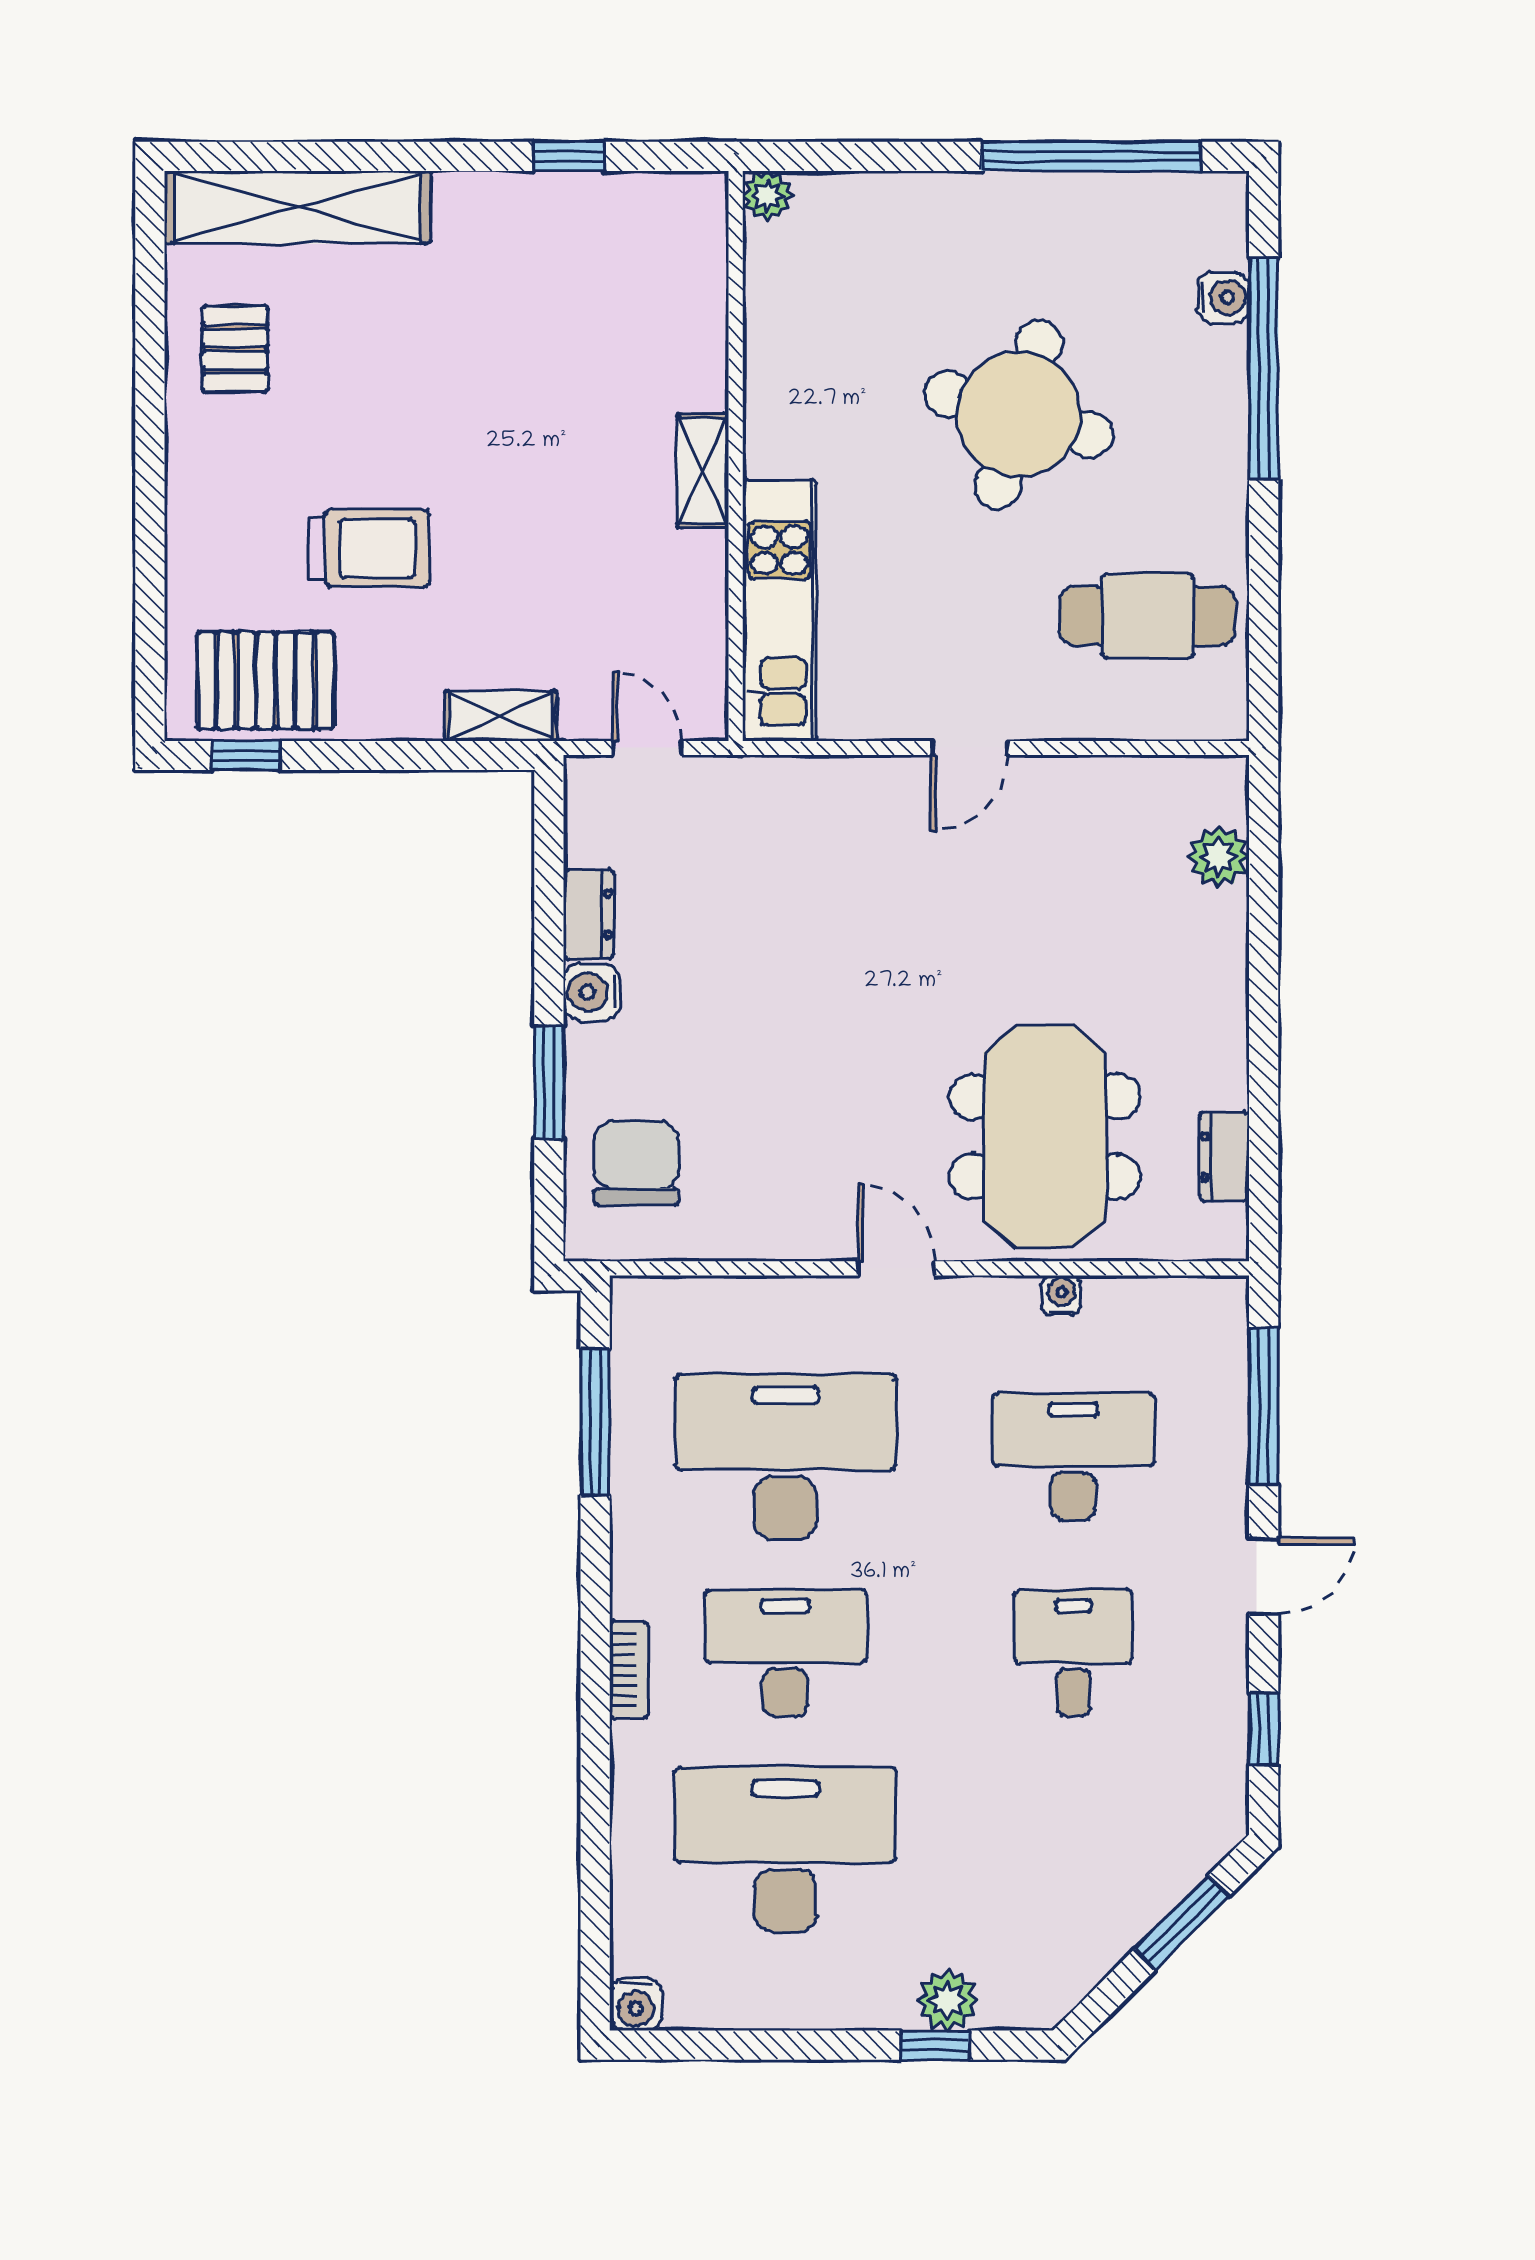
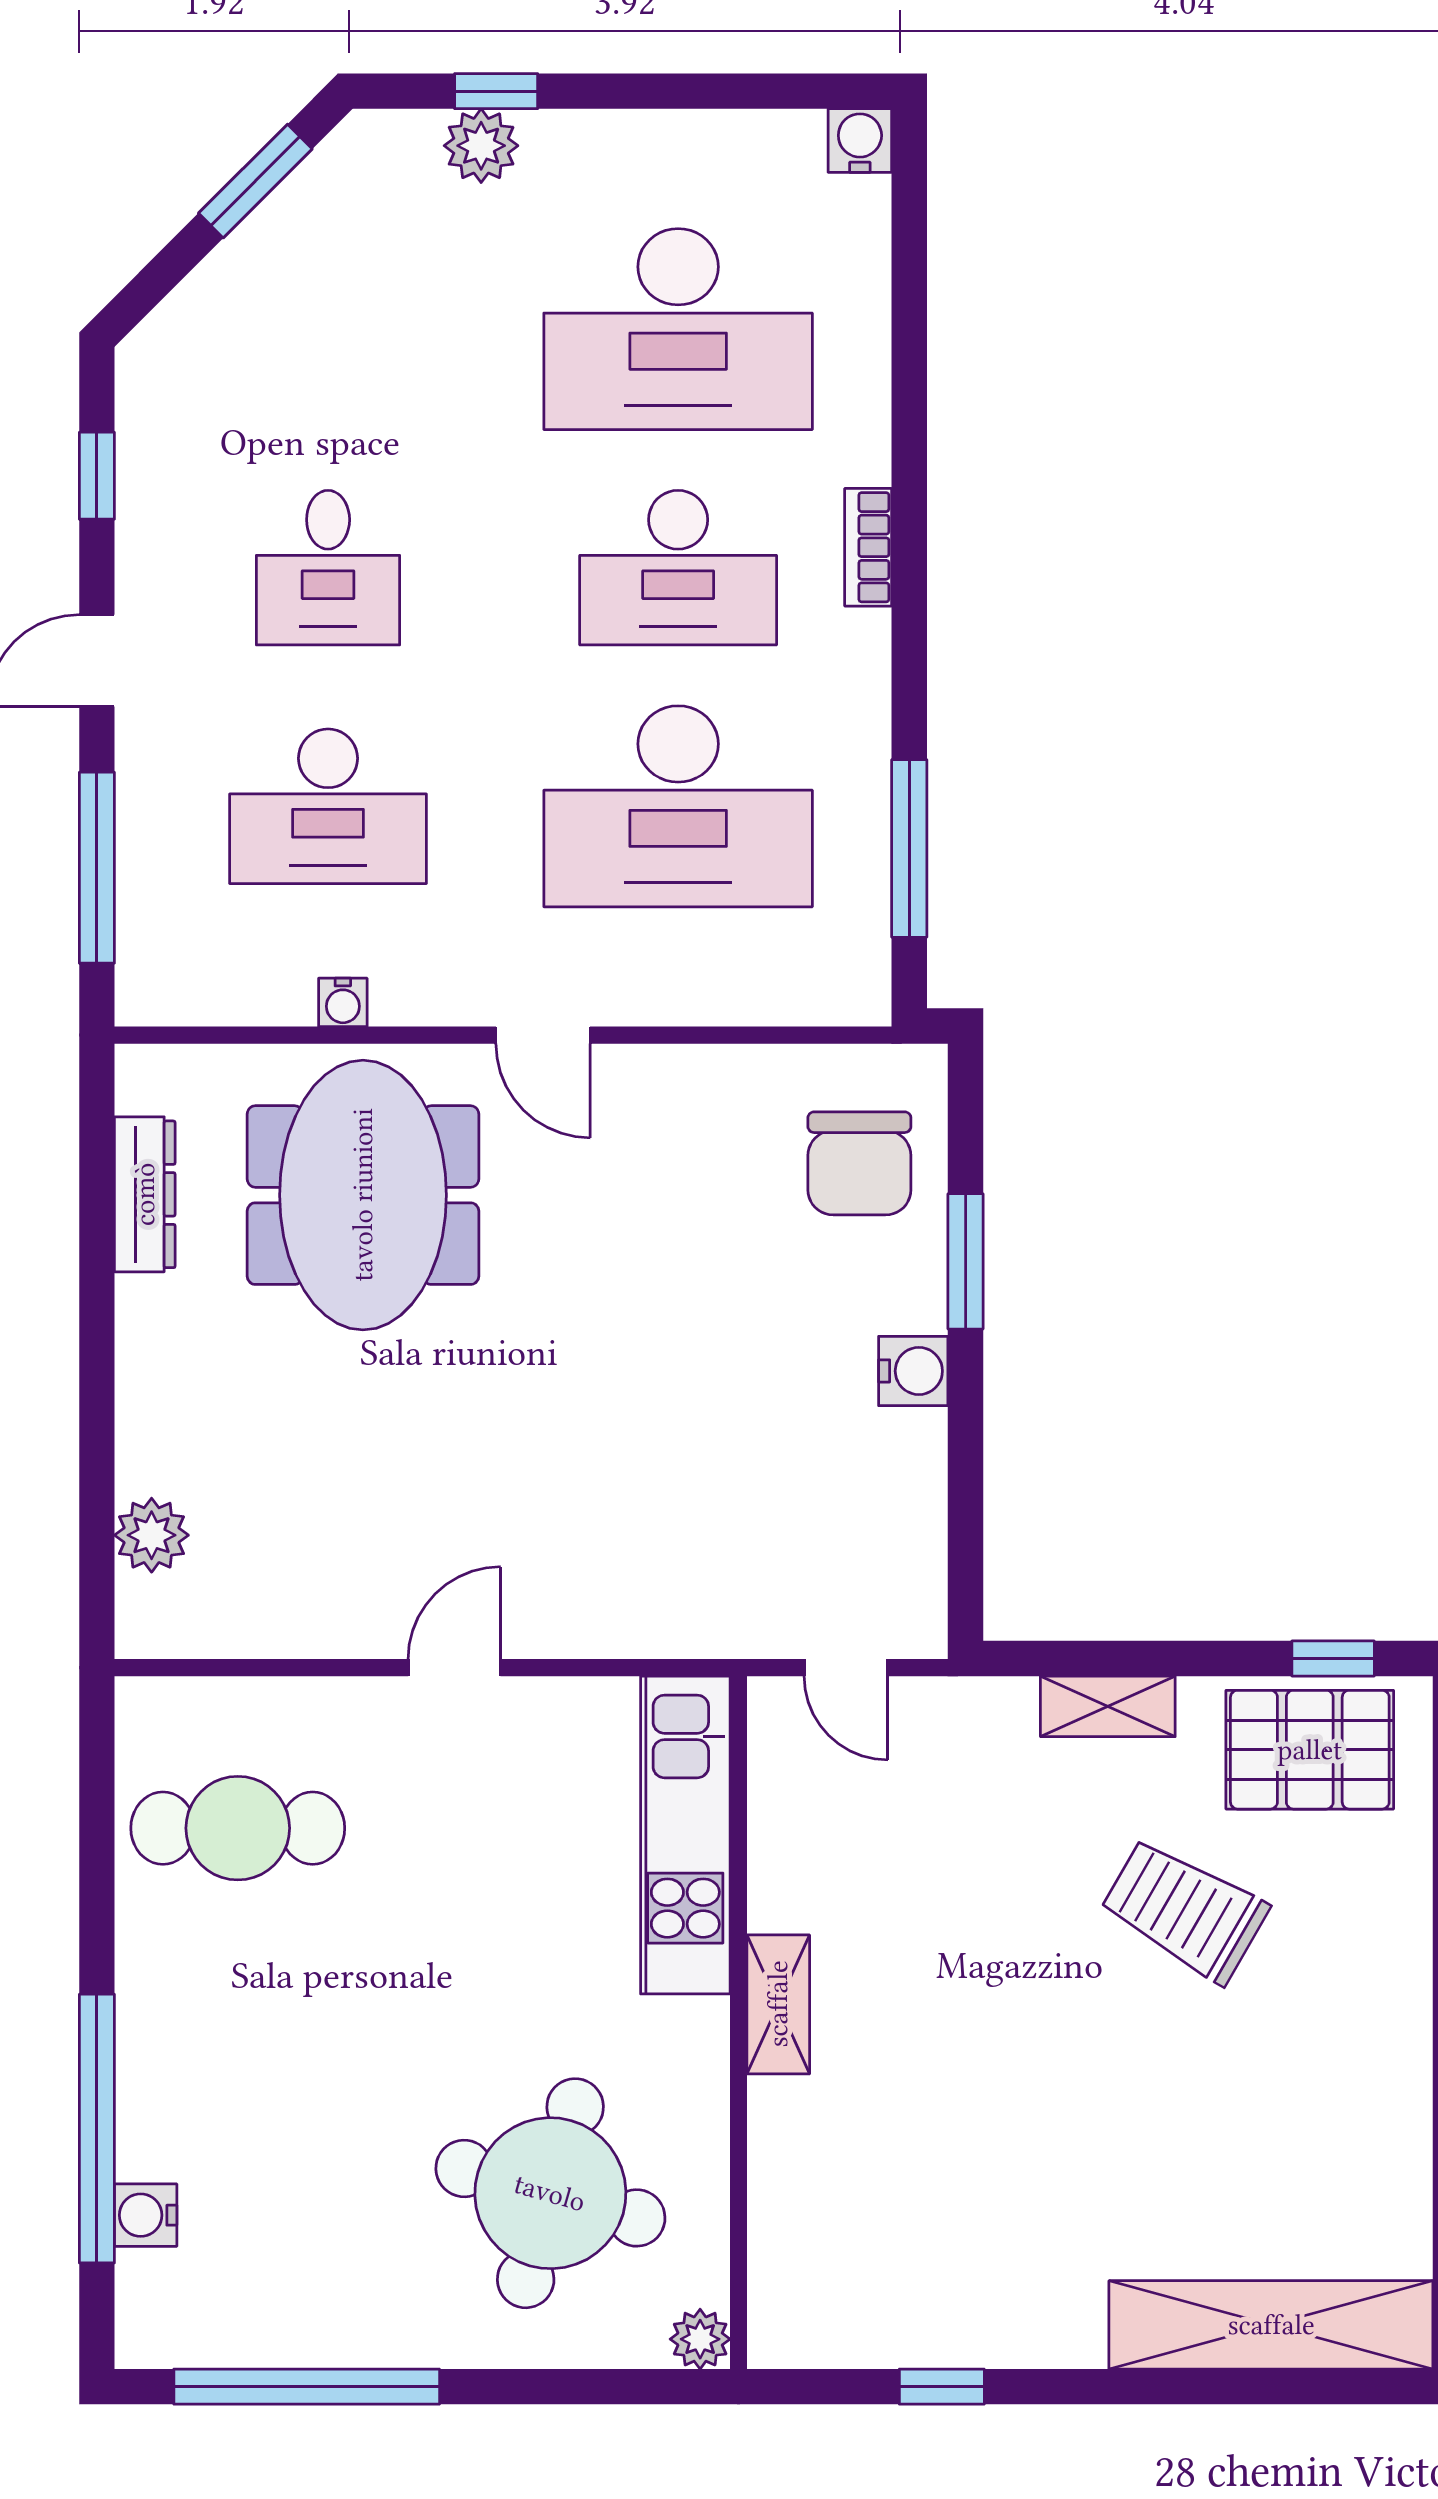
pallet: (235, 349) -> (1347, 2153), removed
round table: (1019, 414) -> (550, 2193), moved
trolley: (369, 548) -> (1184, 1910), turned 30
shelving: (500, 716) -> (1108, 1706), moved
dresser: (589, 914) -> (917, 1466), removed
dresser: (1224, 1157) -> (145, 1194), width x1.44
window: (1182, 1922) -> (255, 181), moved

